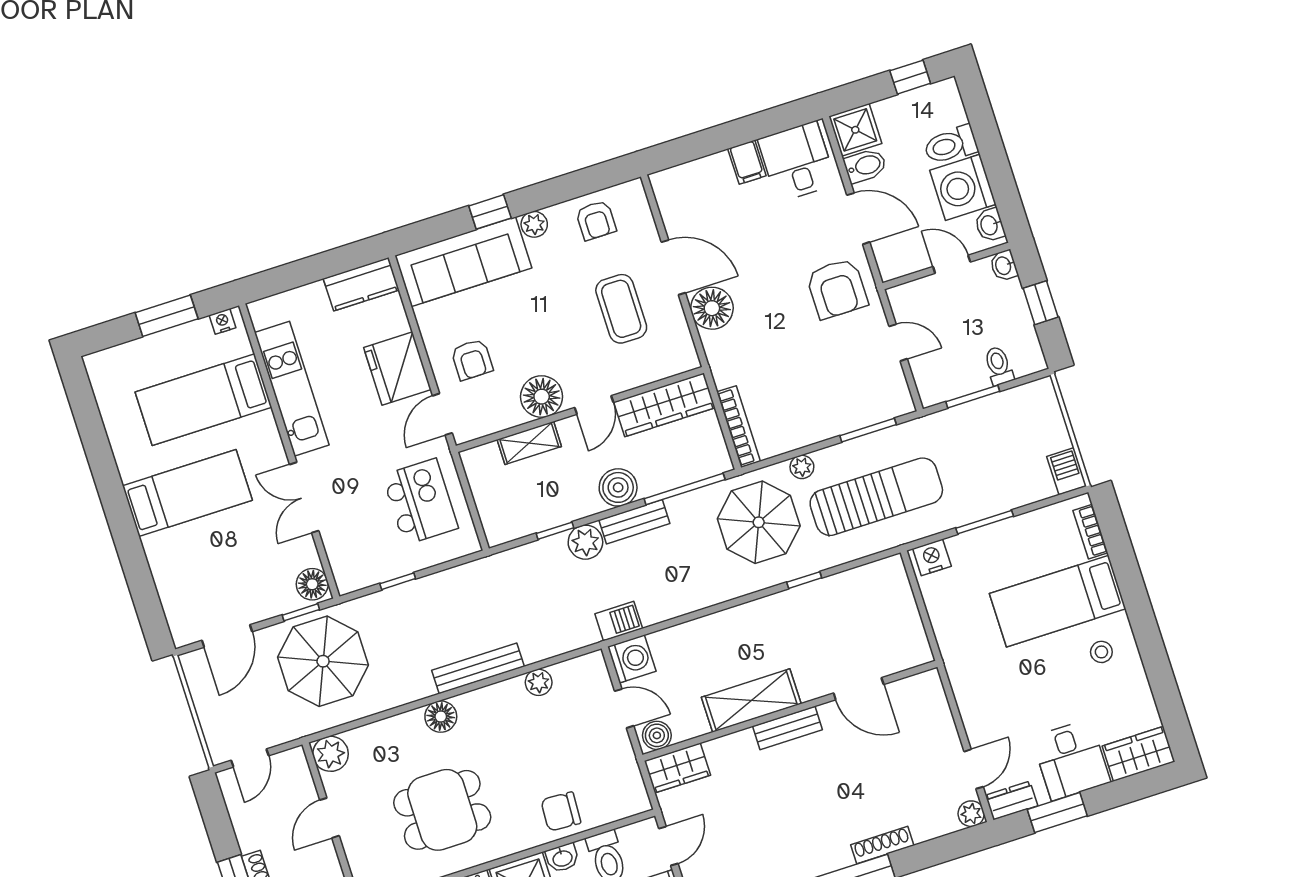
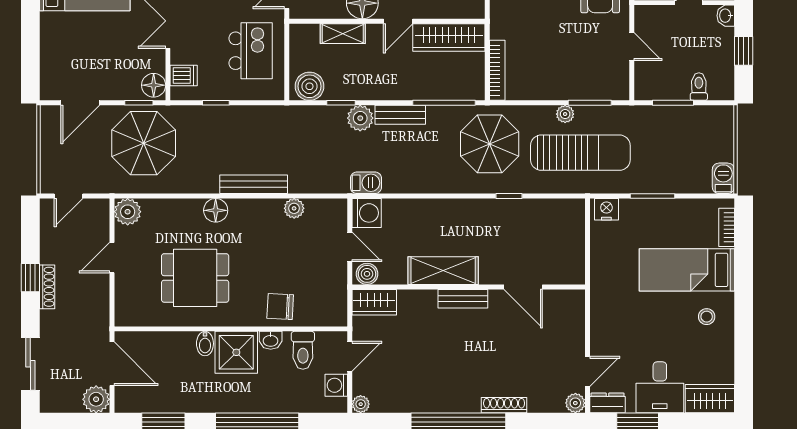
plant: (802, 467) -> (565, 114), moved
boiler: (618, 487) -> (309, 86), moved
dishwasher: (346, 560) -> (184, 76), added

